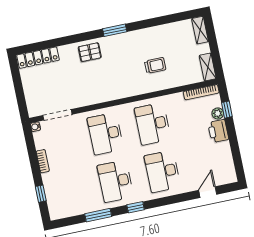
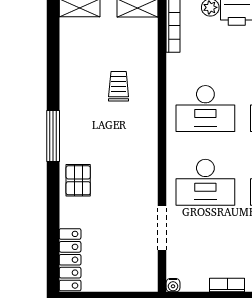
window: (115, 30) -> (53, 136), width x1.44
doorway: (57, 115) -> (162, 228), moved

